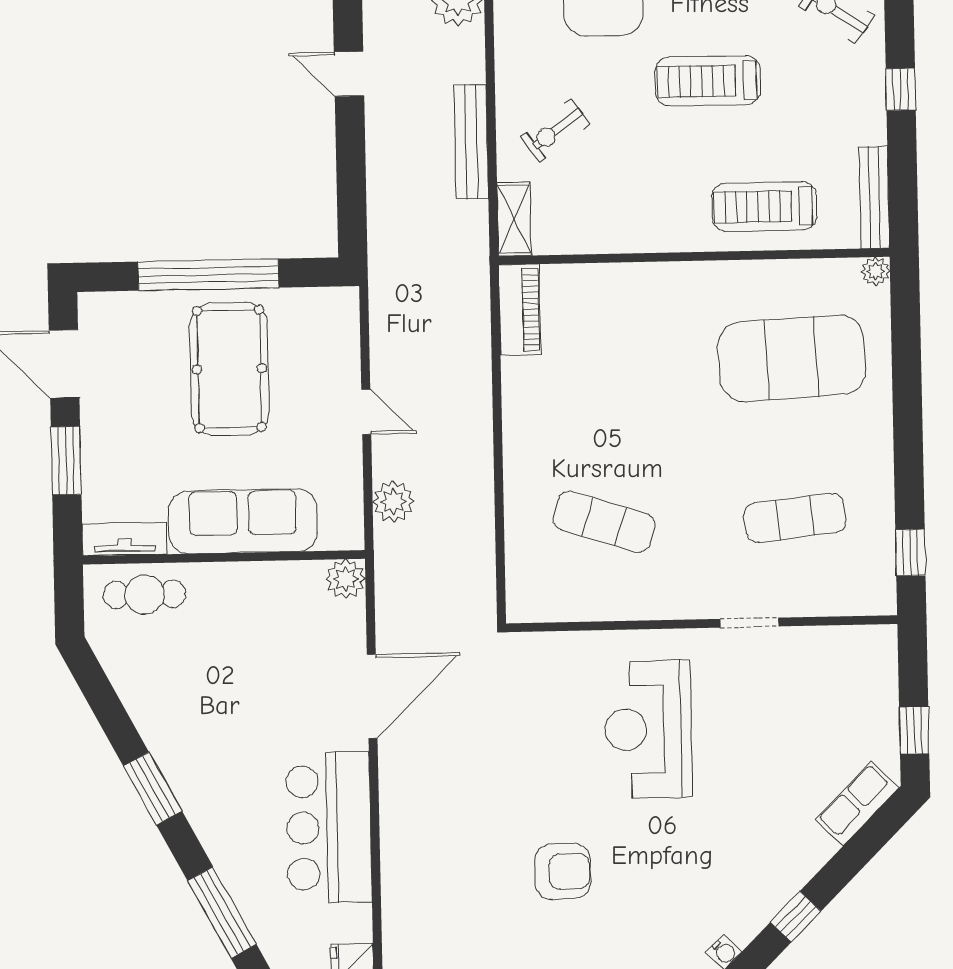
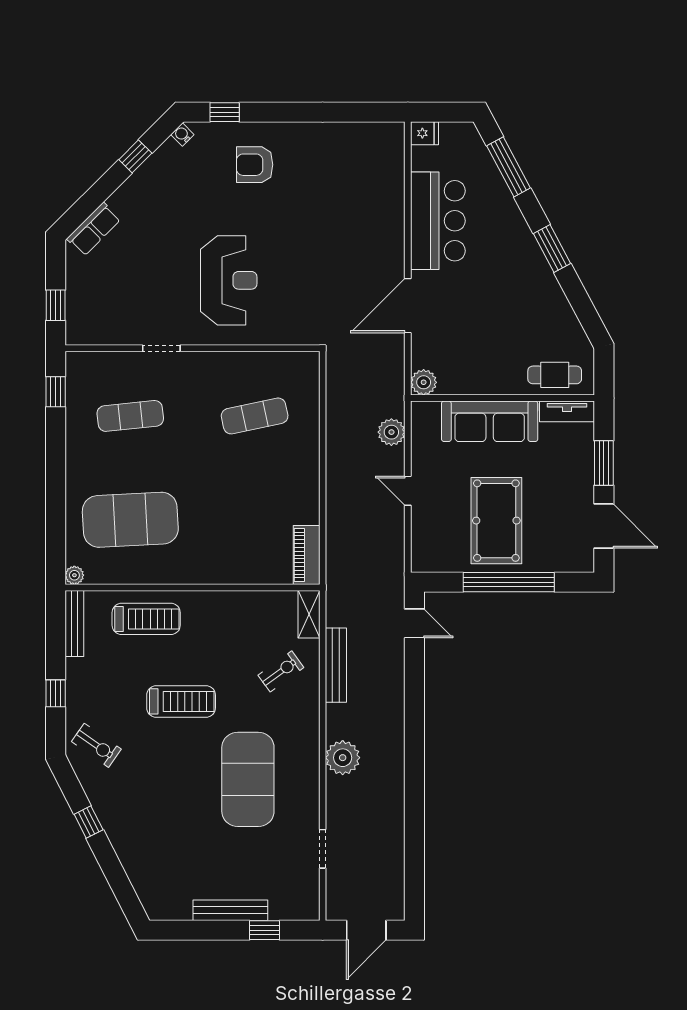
door: (349, 74) -> (414, 623), moved
exercise mat: (604, 522) -> (255, 416), turned -30
window: (914, 730) -> (56, 305), moved
armchair: (563, 871) -> (255, 165), moved

